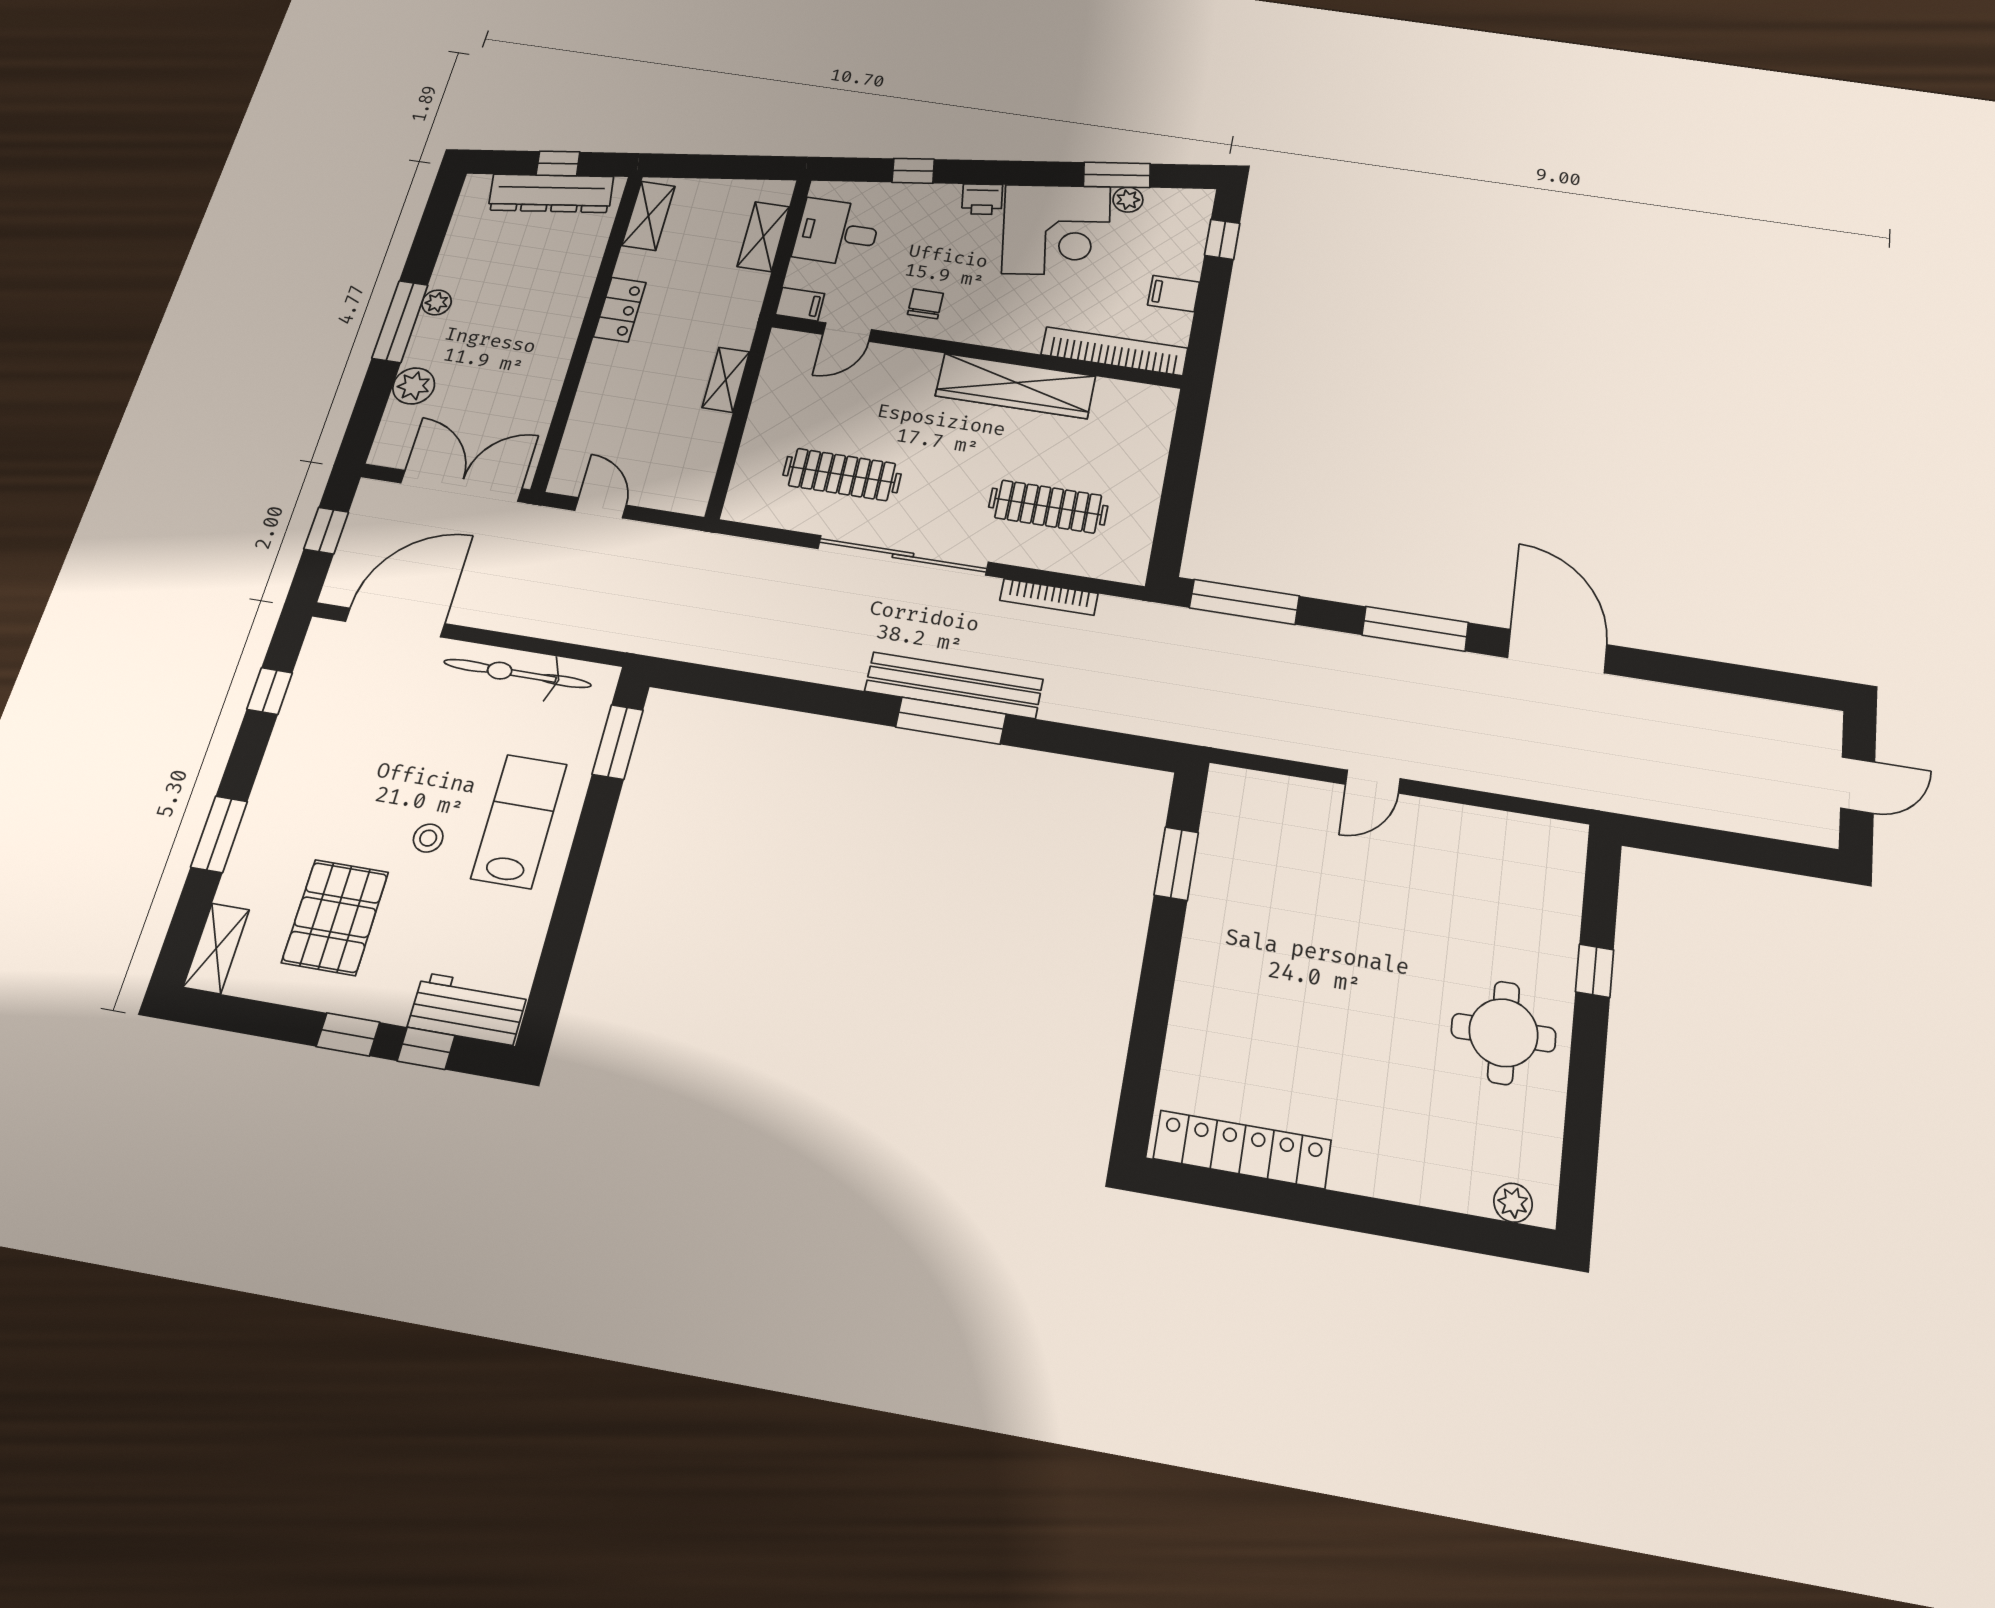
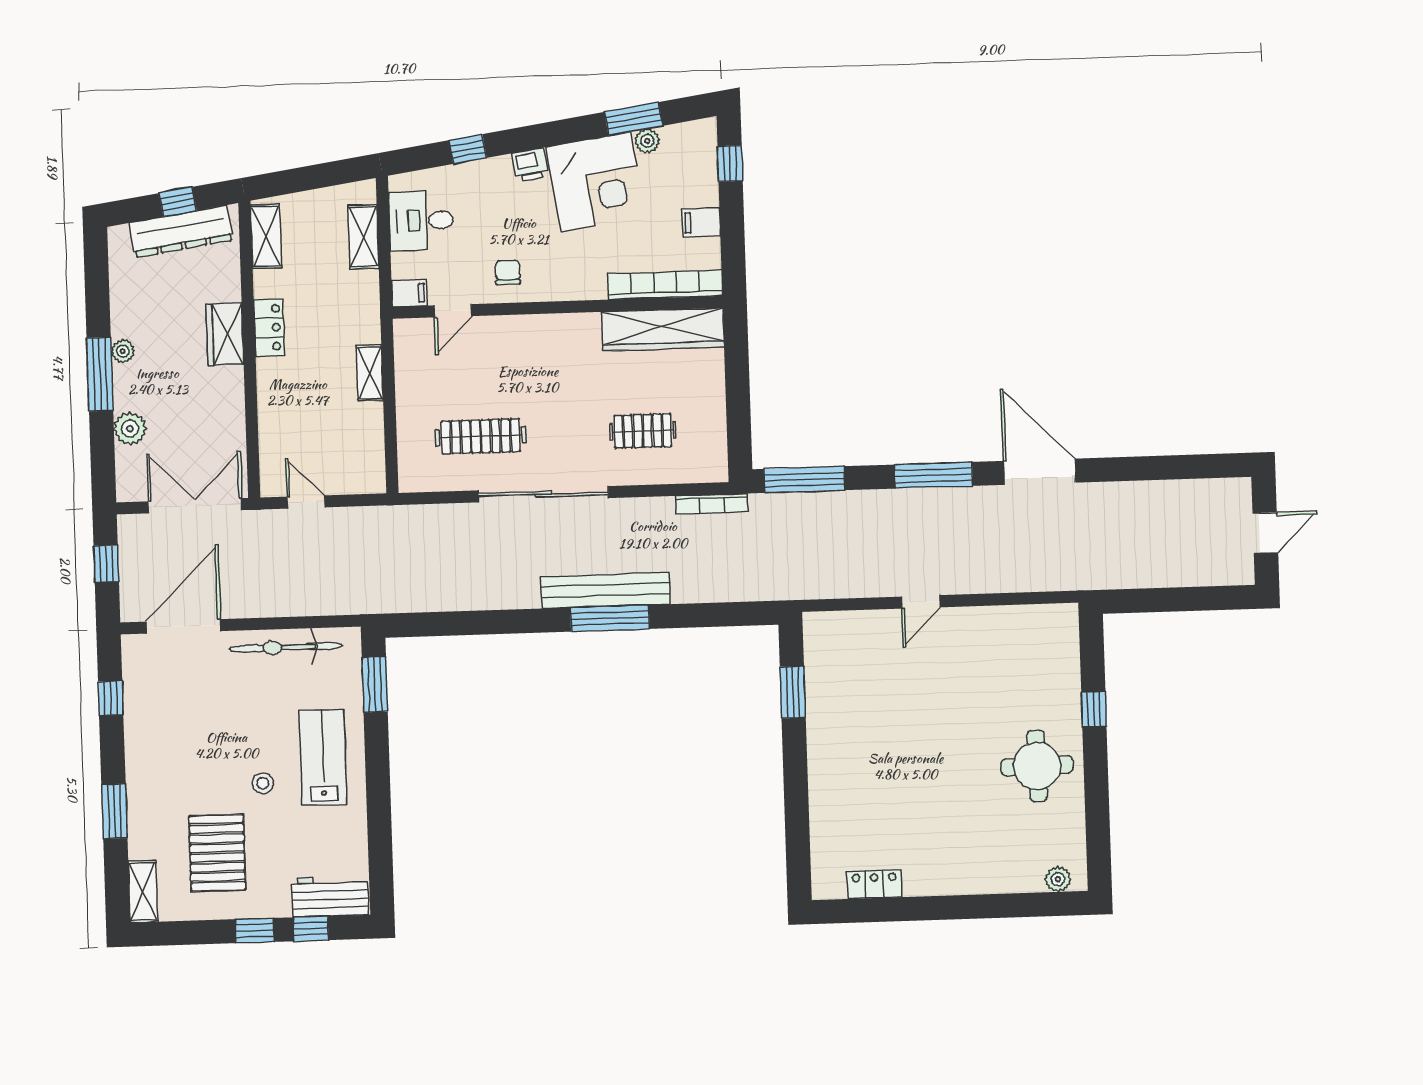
wardrobe: (565, 307) -> (225, 334), added
wardrobe: (1016, 386) -> (663, 330), moved
clothes rail: (1048, 507) -> (643, 431), width x0.73
bookcase: (1049, 597) -> (712, 504), moved
locker: (1242, 1149) -> (874, 884), width x0.46, depth x0.83

